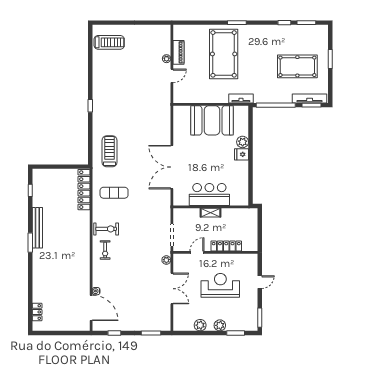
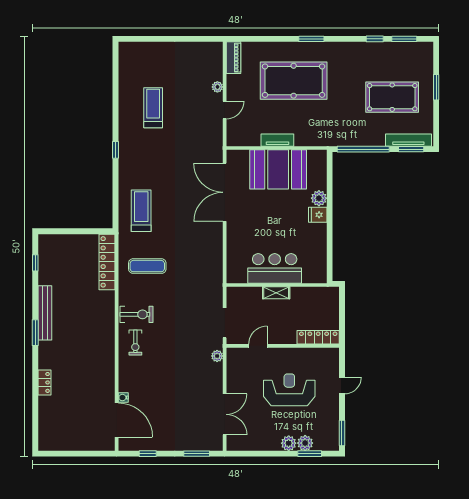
treadmill: (109, 42) -> (153, 108), moved, turned -90
piano: (179, 52) -> (233, 58), moved
pool table: (224, 54) -> (294, 81), turned 90
tv unit: (241, 98) -> (277, 140), moved
double door: (172, 167) -> (225, 192), moved
locker: (226, 246) -> (318, 337), moved
double door: (172, 289) -> (225, 414), moved
locker: (37, 312) -> (44, 382), moved
plant: (200, 325) -> (305, 443), moved

